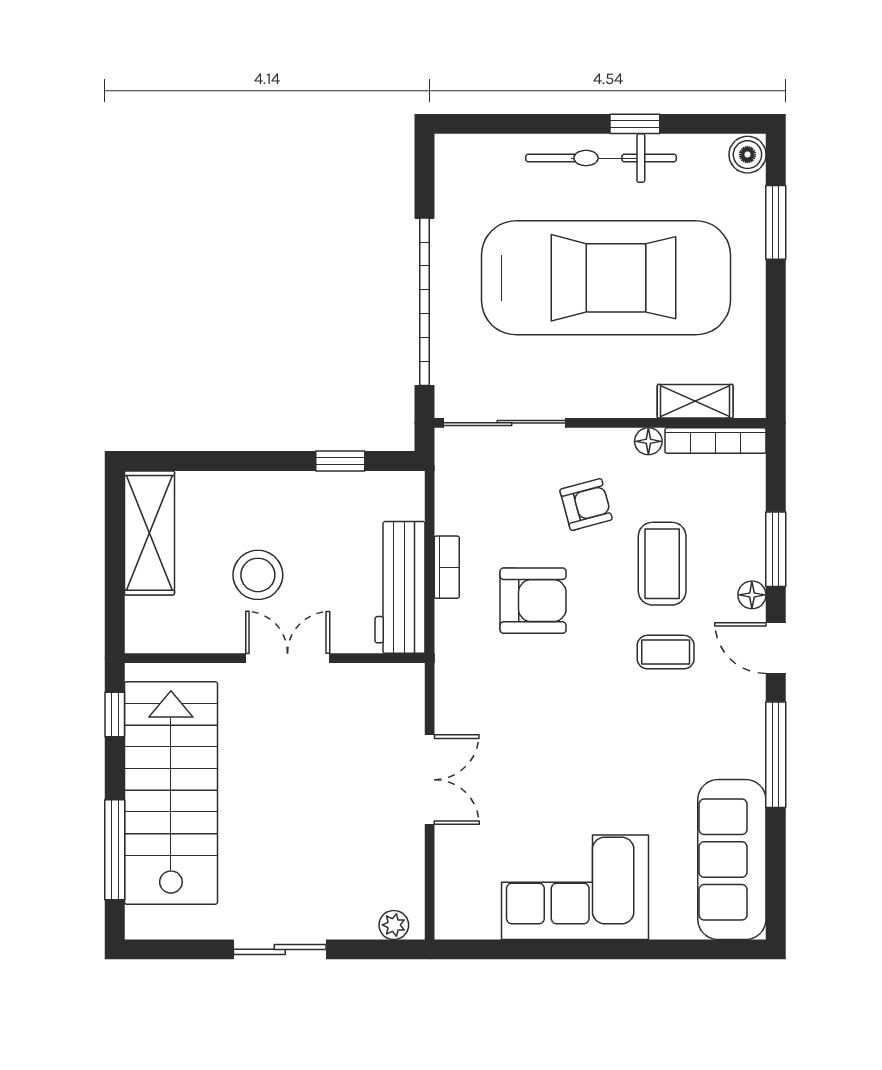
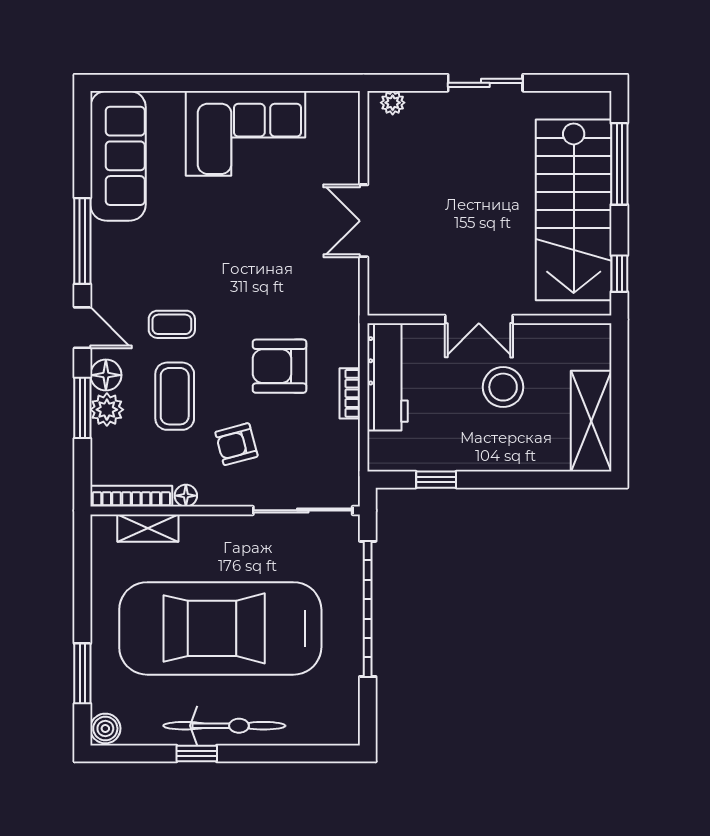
plant: (746, 547) -> (107, 410), added
floor lamp: (752, 595) -> (106, 375), width x1.37, depth x1.37

